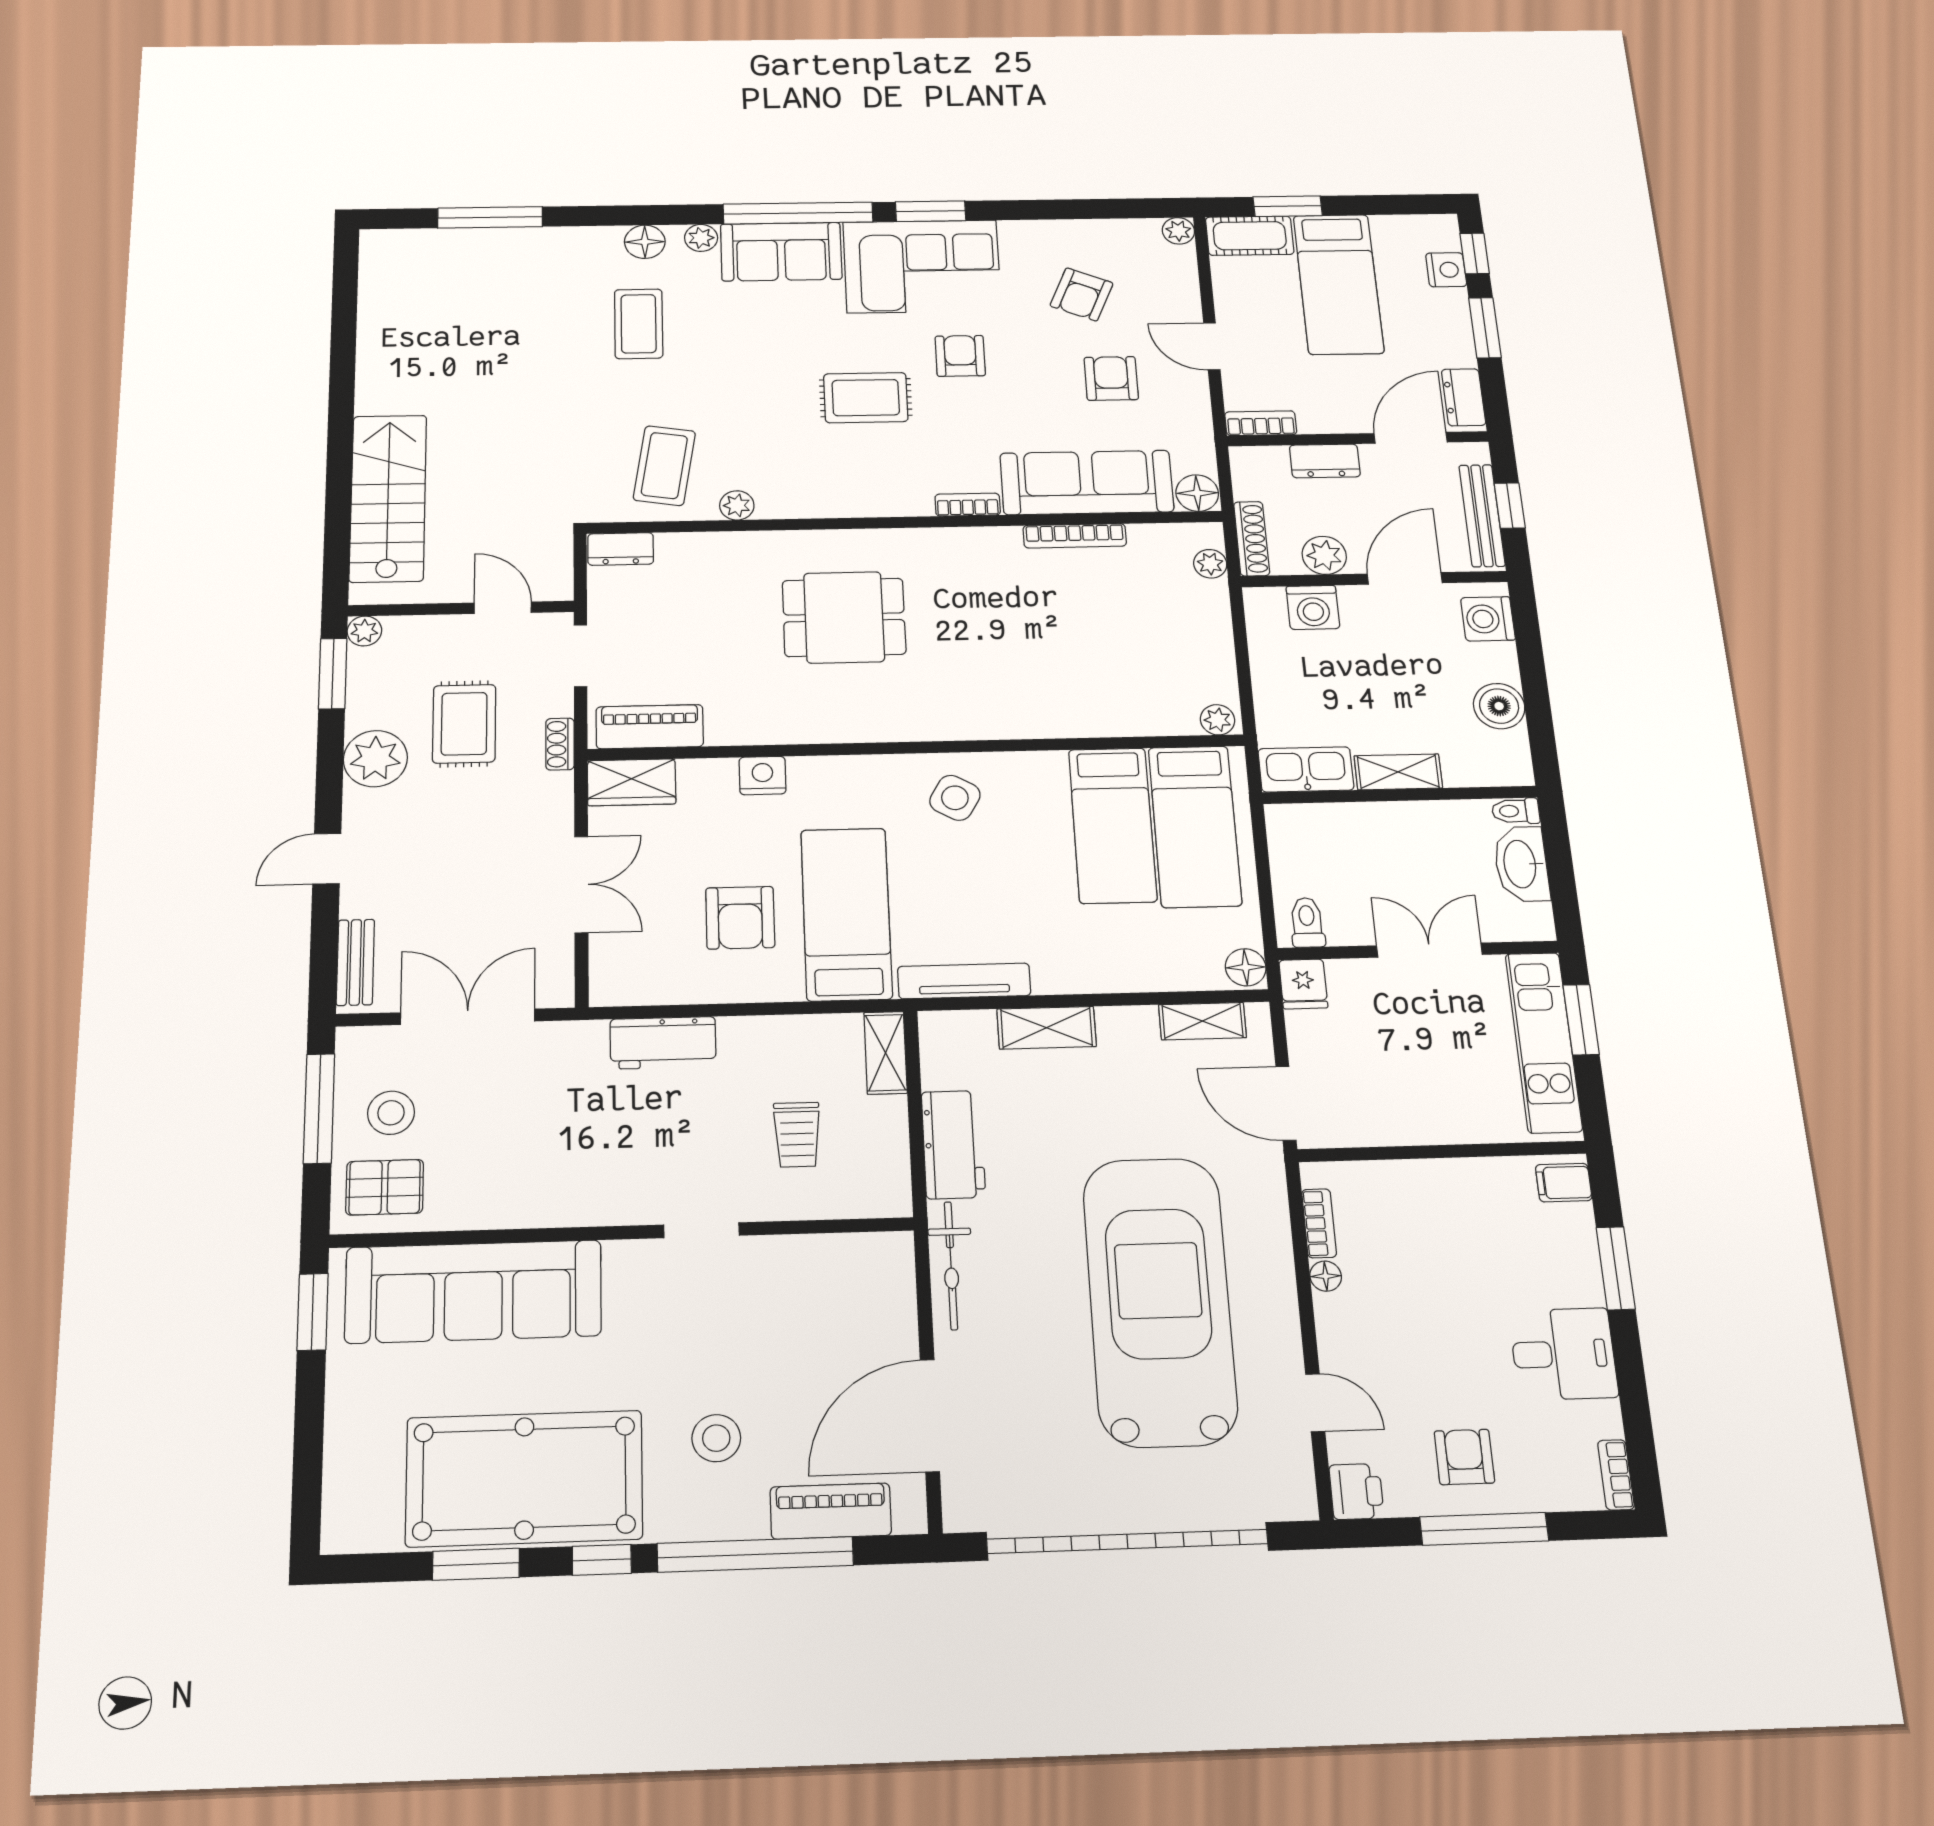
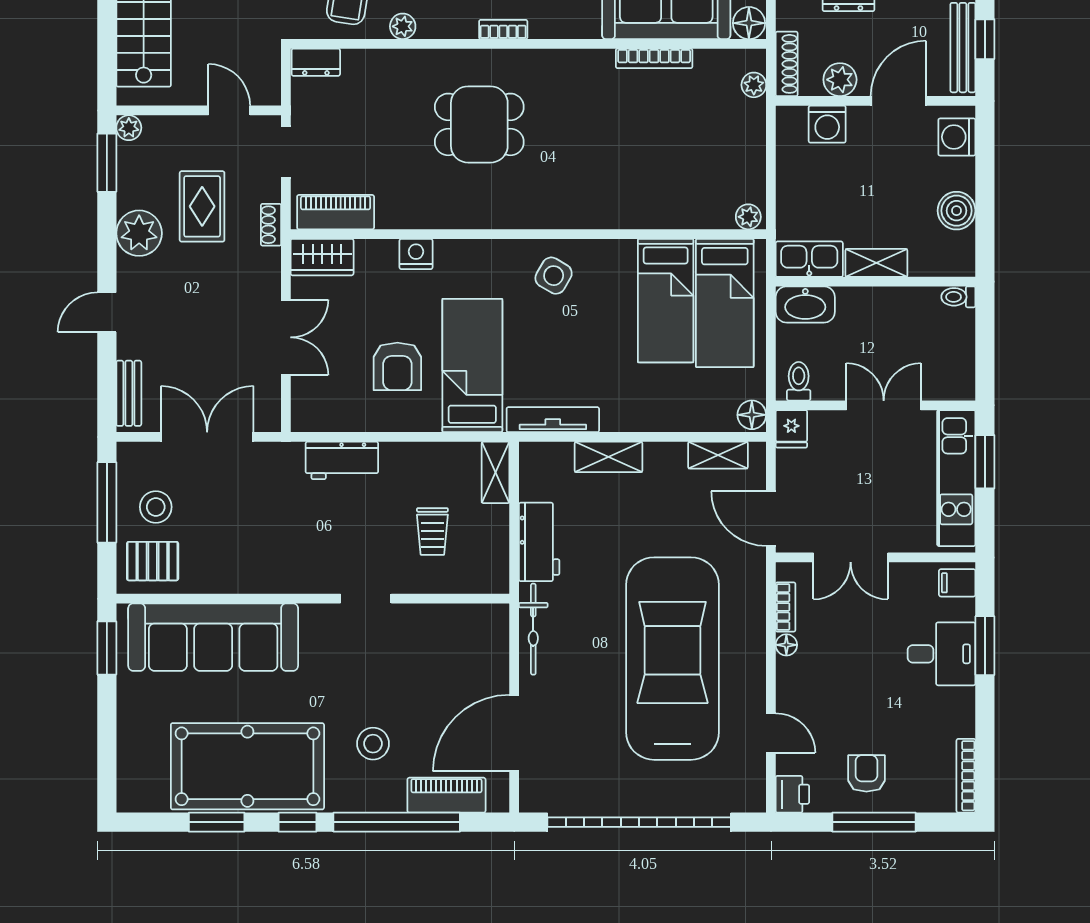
bookcase: (968, 505) -> (503, 29), moved
washbasin: (1521, 864) -> (805, 304), moved, turned -90
double door: (1406, 1152) -> (851, 557), added
desk: (1563, 1354) -> (942, 654), moved
bookcase: (1616, 1475) -> (966, 776), width x1.56

